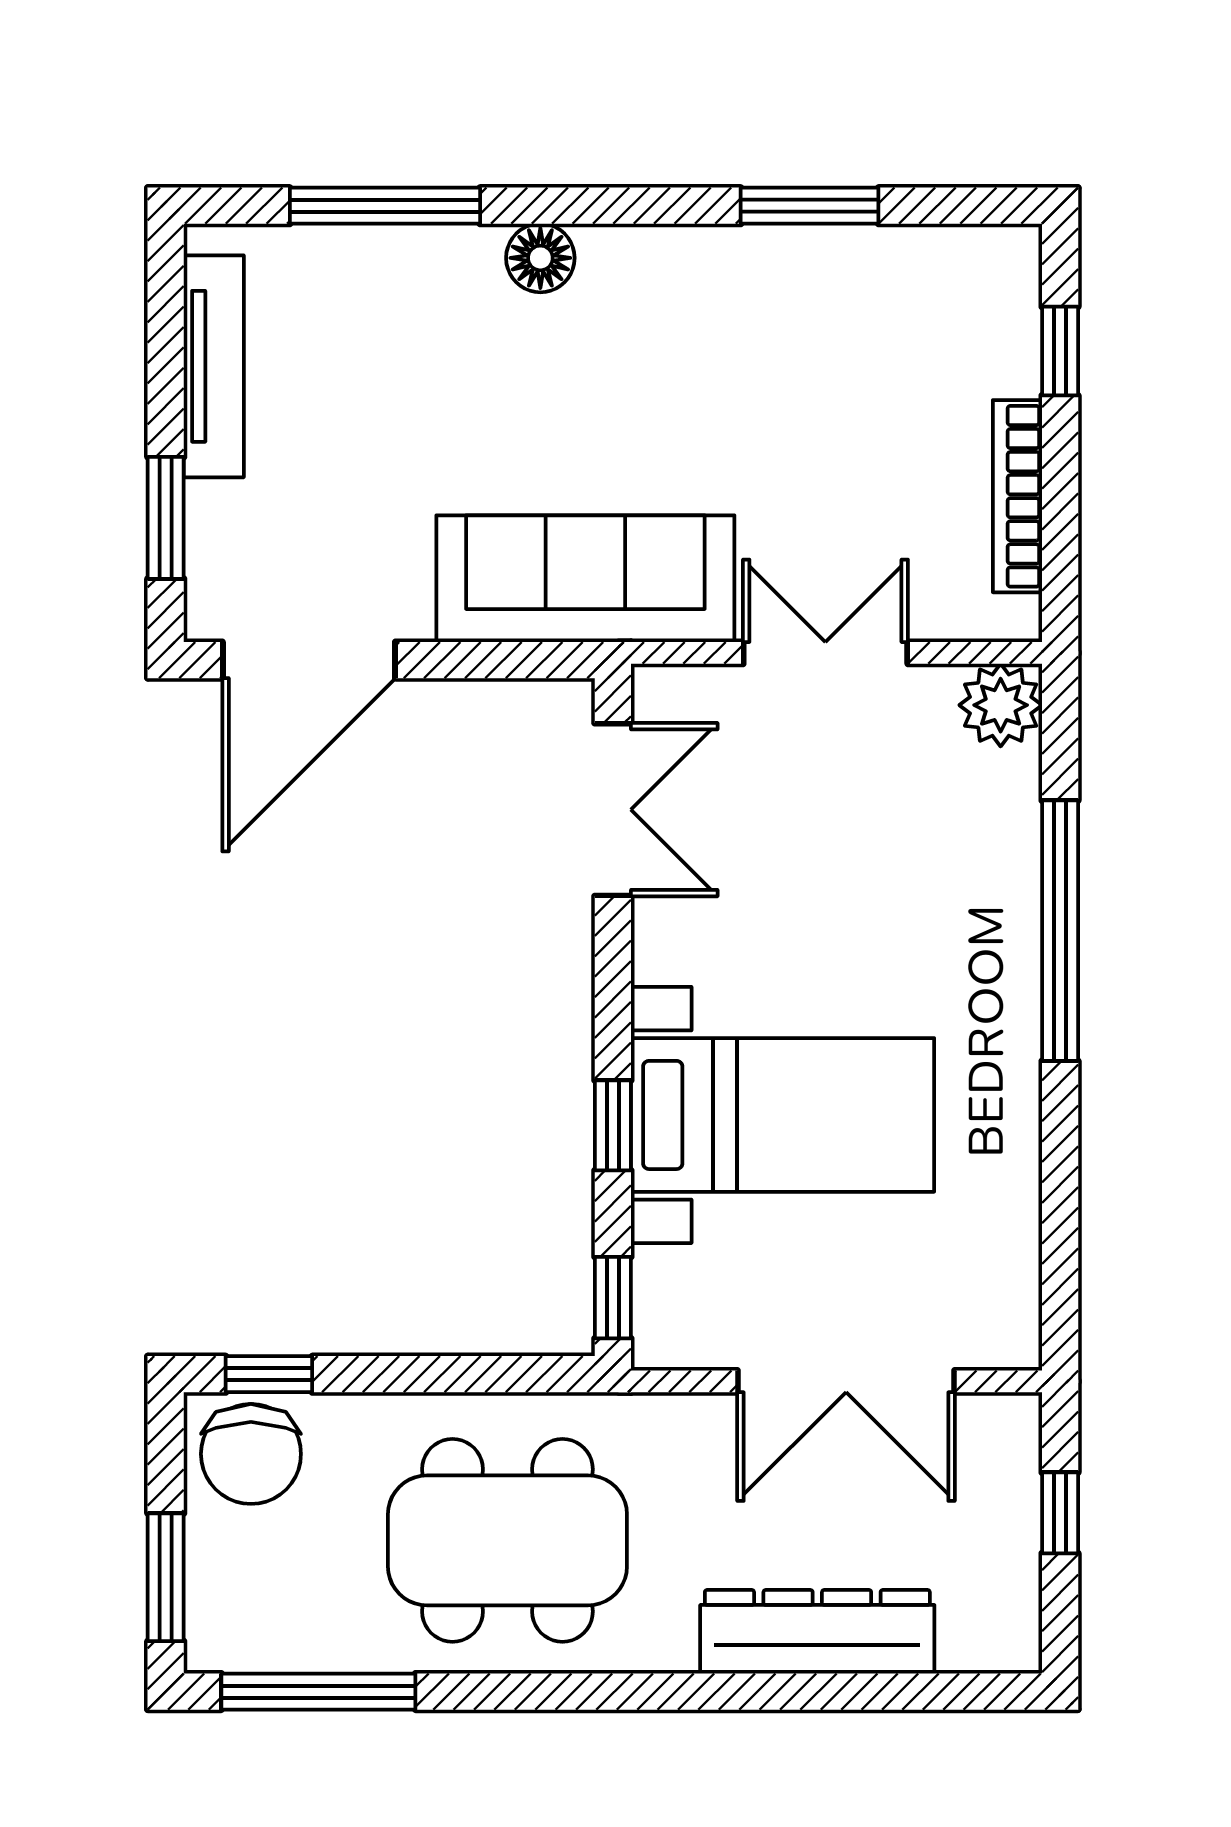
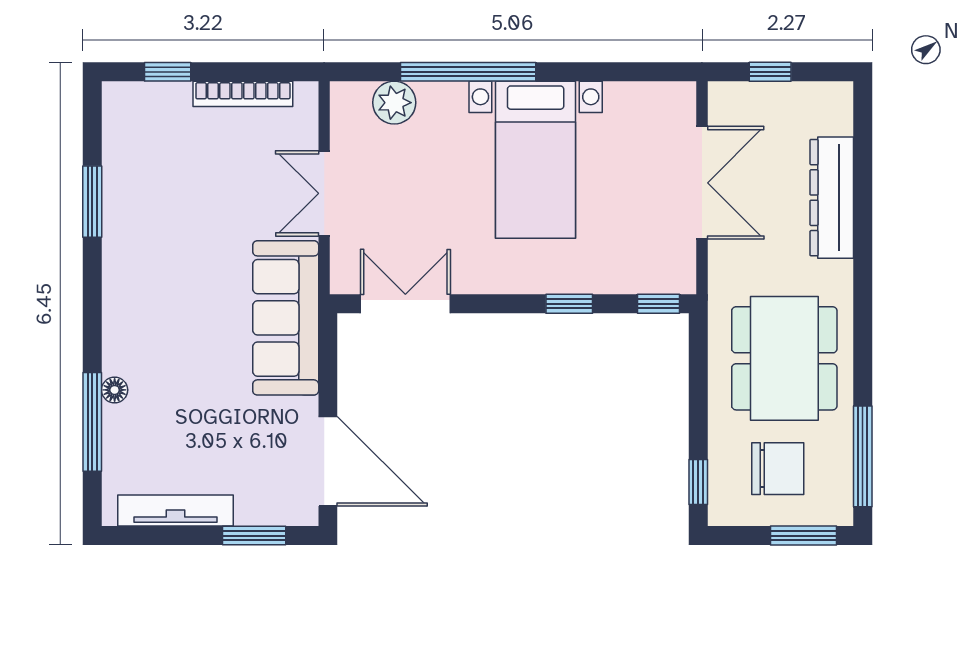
floor lamp: (540, 258) -> (115, 390), moved, width x0.73, depth x0.73
plant: (1001, 705) -> (394, 103), moved
bed with nightstands: (783, 1115) -> (536, 160), moved, turned 180
chair: (251, 1454) -> (778, 469), moved

